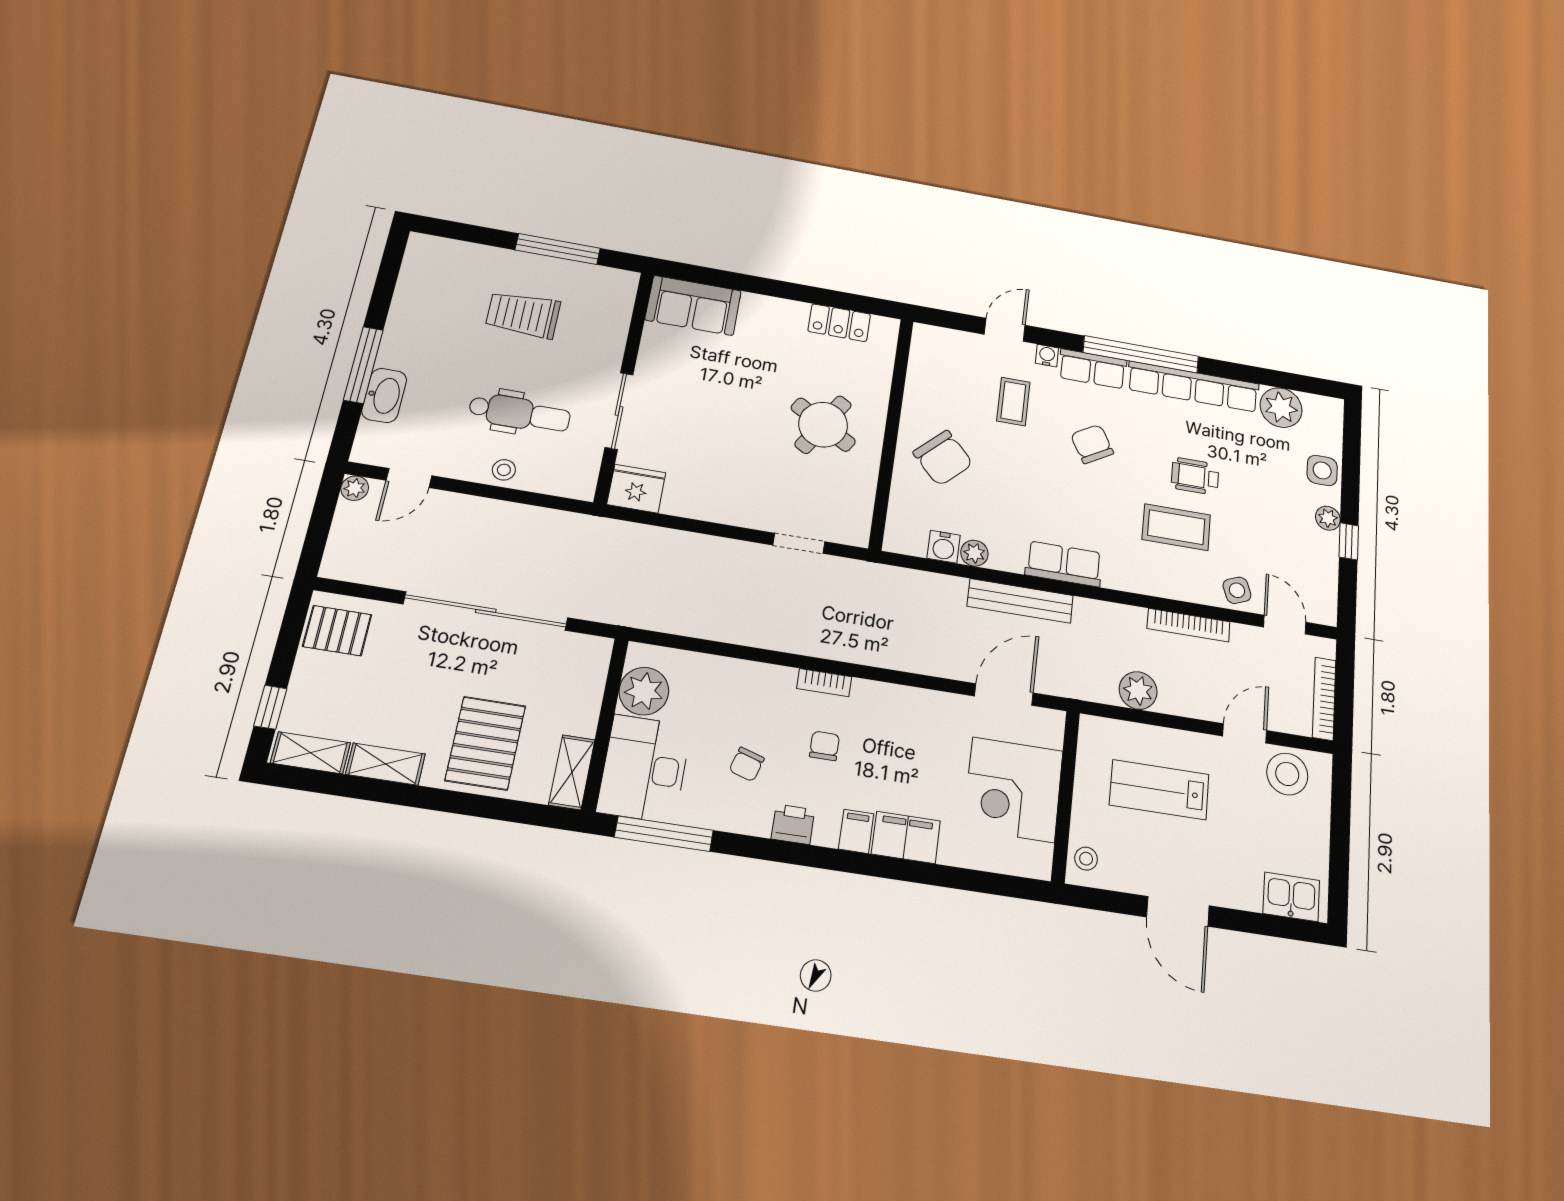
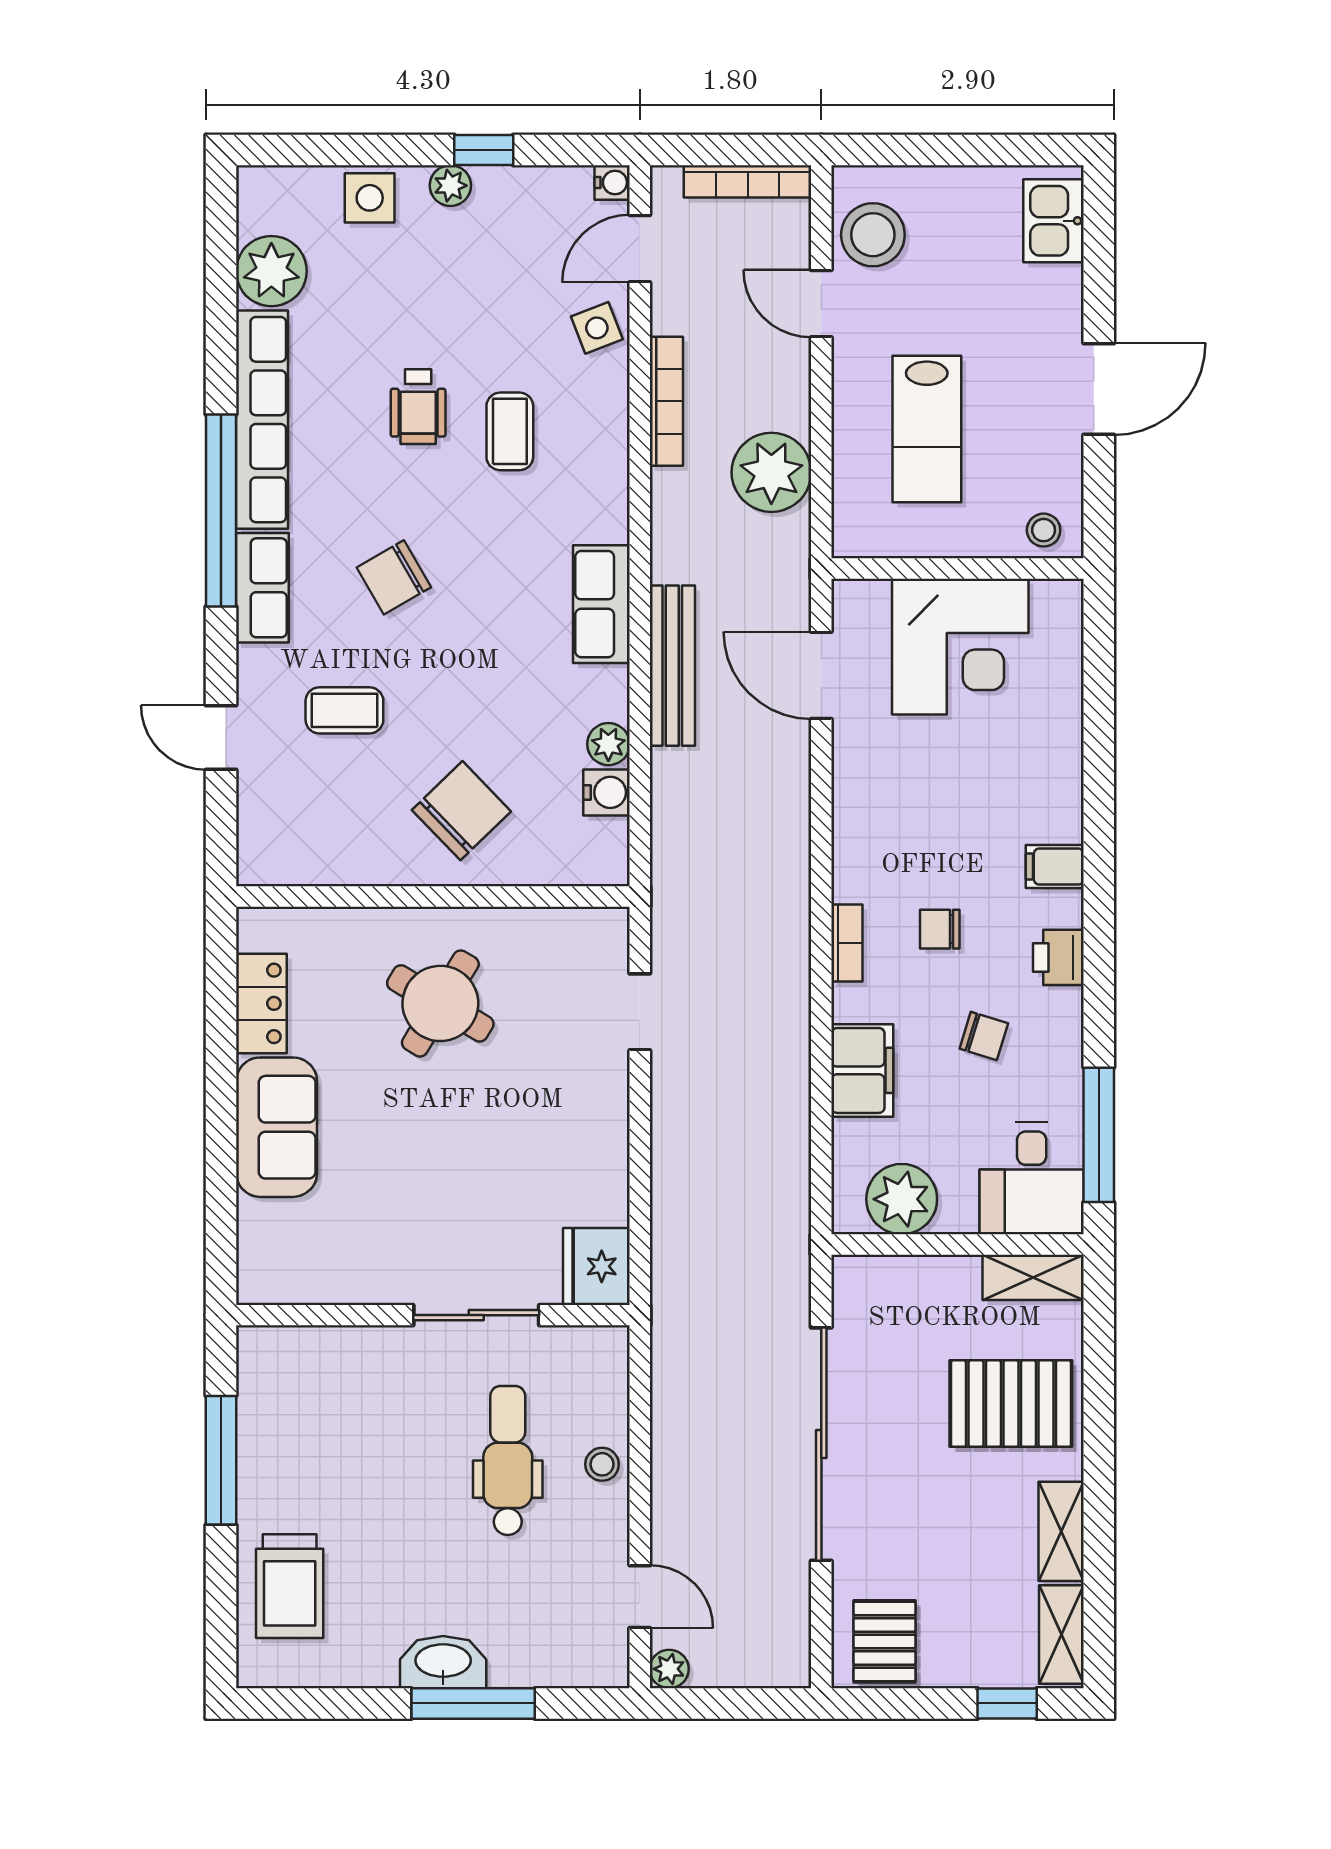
sofa: (693, 305) -> (277, 1127), moved
trolley: (523, 315) -> (290, 1586), moved
water cooler: (1047, 356) -> (612, 182), moved, turned 180
washbasin: (384, 395) -> (443, 1662), moved
coffee table: (1176, 527) -> (510, 431), width x0.73, depth x0.77
plant: (1138, 691) -> (771, 472), width x1.36, depth x1.36
desk: (644, 769) -> (1032, 1178), width x0.73
filing cabinet: (906, 837) -> (862, 1070), moved, turned 180

